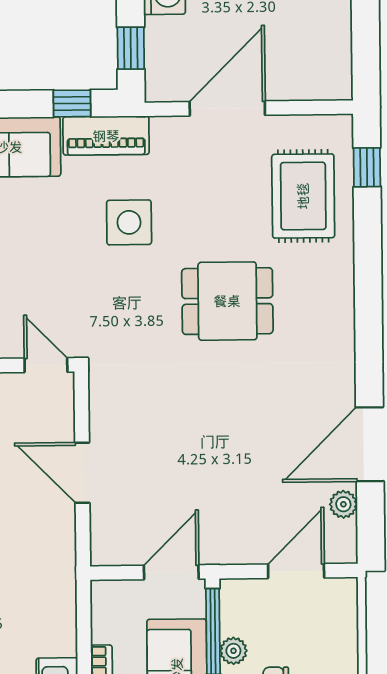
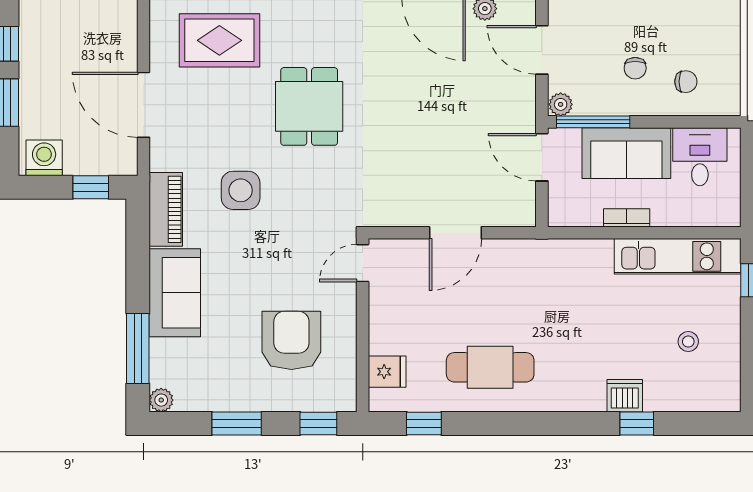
window: (72, 103) -> (138, 238), removed
plant: (233, 651) -> (561, 104), moved

